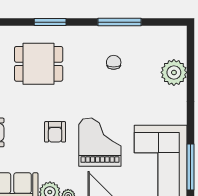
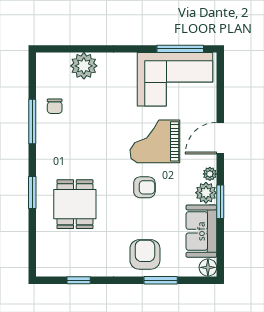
chair: (114, 62) -> (55, 106), moved, turned -90

